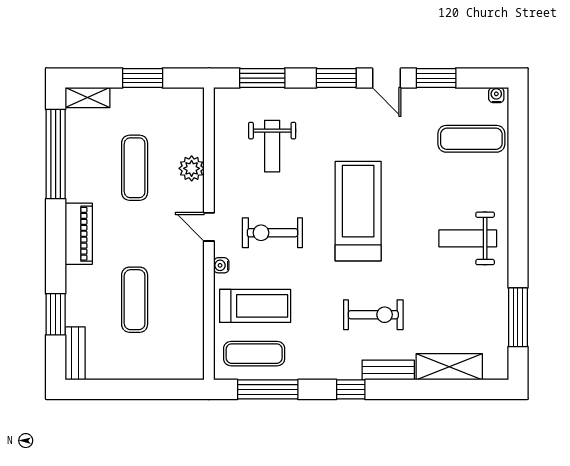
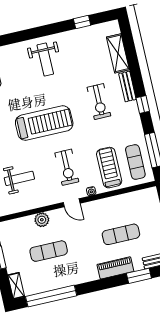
treadmill: (358, 211) -> (44, 123), turned 180
door: (209, 227) -> (72, 203), hinge flipped
piano: (79, 234) -> (115, 268), moved
exercise bike: (373, 315) -> (99, 102), turned 180
window: (518, 317) -> (82, 22), width x0.46

